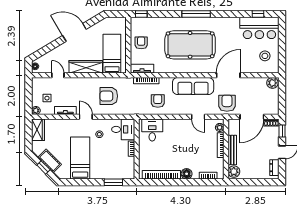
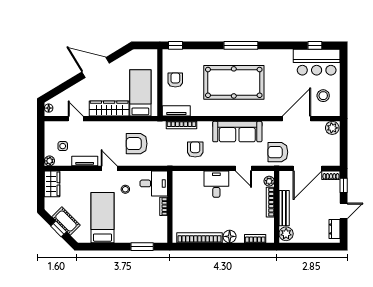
door: (228, 75) -> (297, 119), moved
armchair: (227, 103) -> (278, 152), turned -90
desk: (152, 130) -> (216, 184), moved

